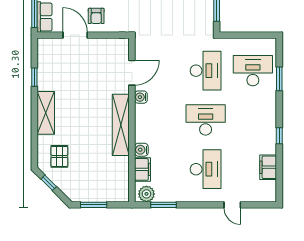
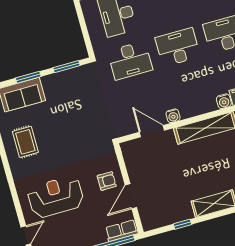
desk: (206, 71) -> (130, 60), turned 180
desk: (206, 120) -> (178, 47), turned 90

